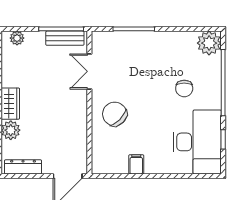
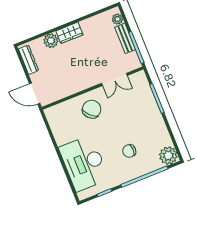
bench: (65, 38) -> (125, 38), moved
double door: (89, 71) -> (114, 79), swing flipped
desk: (197, 142) -> (84, 163), moved, turned 90
filing cabinet: (136, 164) -> (62, 139), removed

